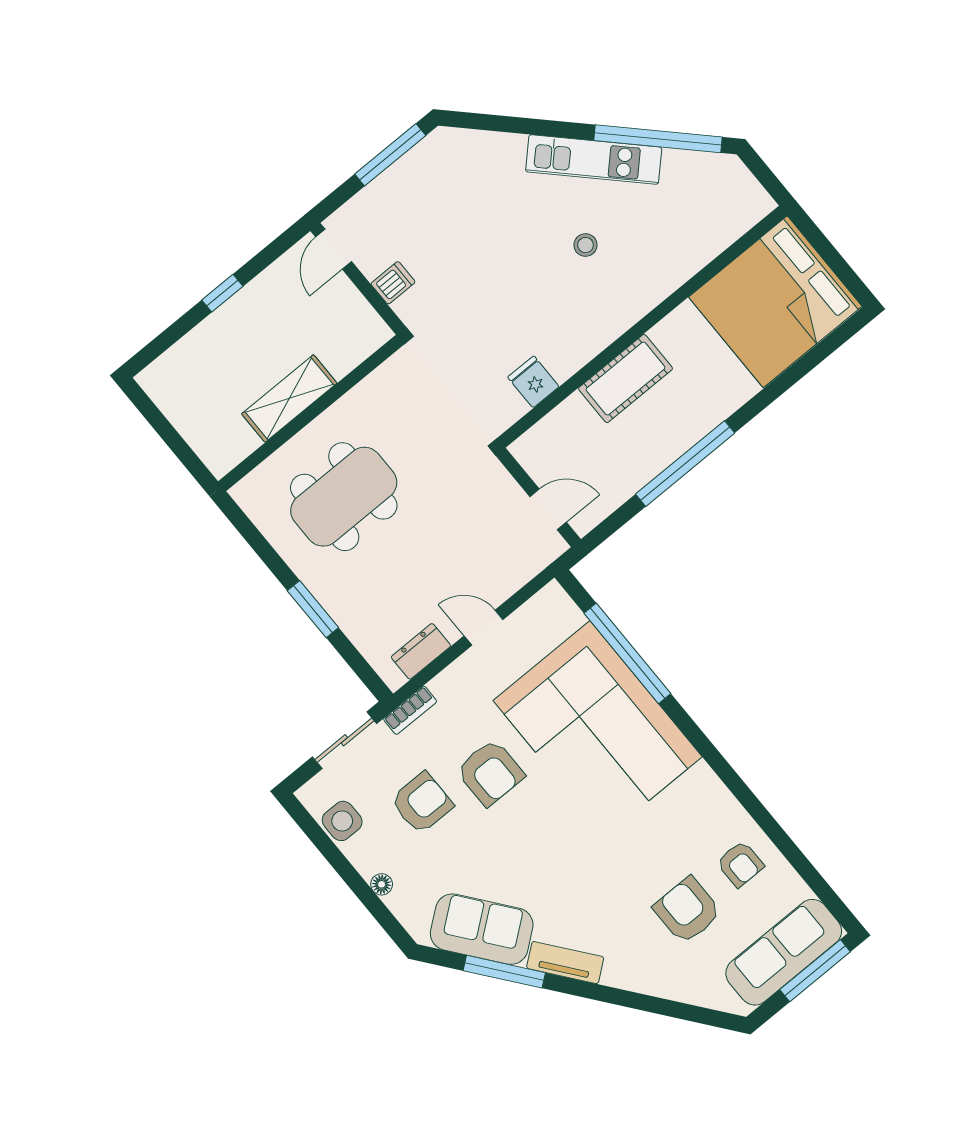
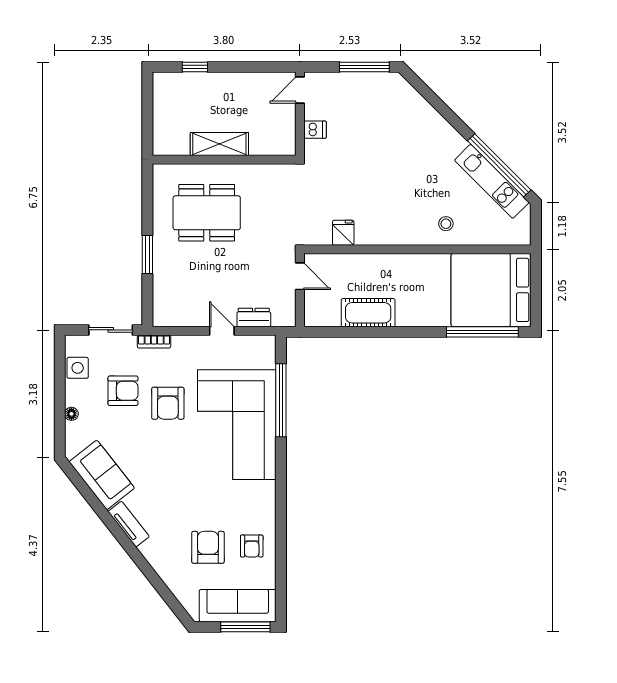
kitchen unit: (594, 159) -> (492, 181), moved
stool: (585, 245) -> (446, 224), moved
window: (222, 293) -> (195, 67), moved
cot: (626, 379) -> (368, 313), moved
window: (685, 464) -> (482, 332), moved
door: (548, 509) -> (300, 276), moved
dresser: (421, 651) -> (254, 318), moved
window: (504, 972) -> (96, 504), removed

